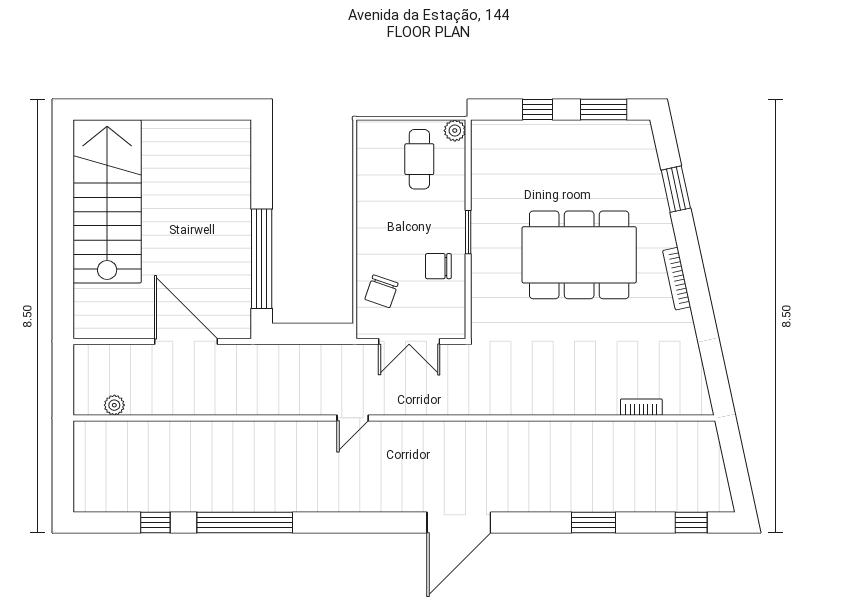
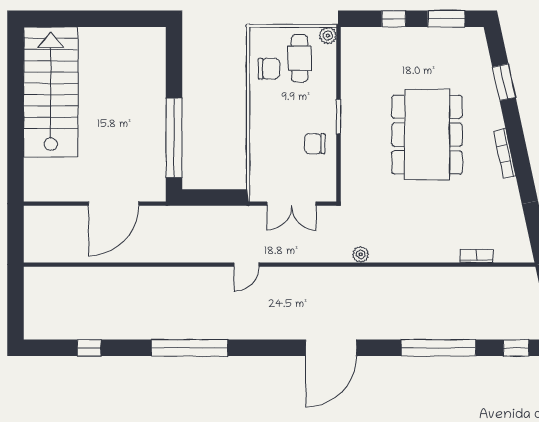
dining table: (579, 255) -> (427, 135), turned 90
chair: (381, 291) -> (269, 69), moved, turned -109
door: (186, 341) -> (114, 204), swing flipped
plant: (114, 405) -> (361, 254), moved
window: (245, 522) -> (190, 348), moved
window: (593, 522) -> (438, 348), width x2.11

